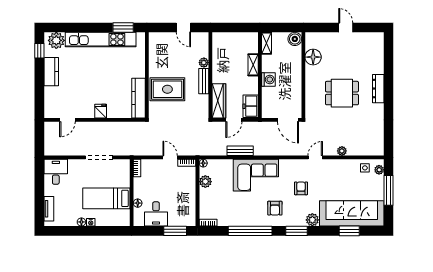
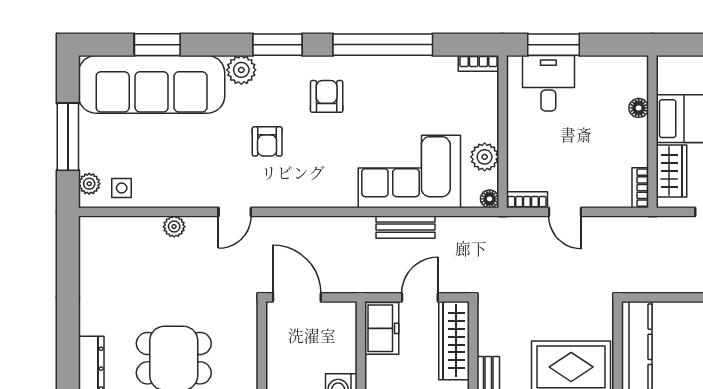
wardrobe: (123, 175) -> (672, 171), added
corner sofa: (256, 175) -> (409, 171), moved
desk: (156, 214) -> (548, 83), moved

